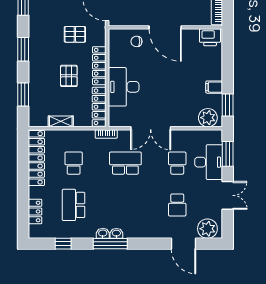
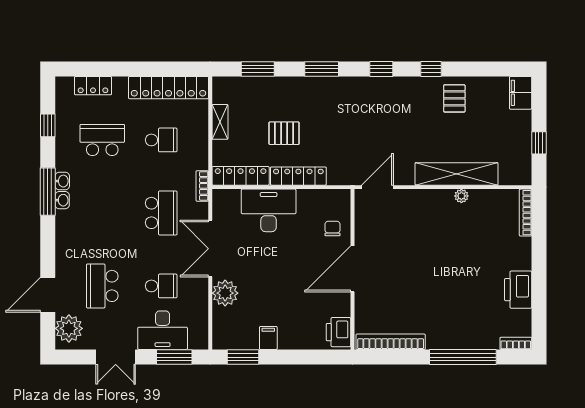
pallet: (75, 34) -> (343, 142), removed
plant: (208, 118) -> (225, 293), moved
school desk: (177, 205) -> (102, 286), width x1.85

